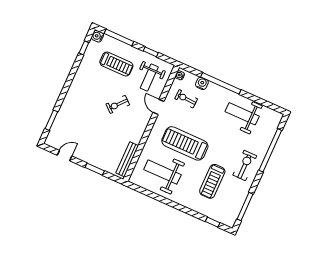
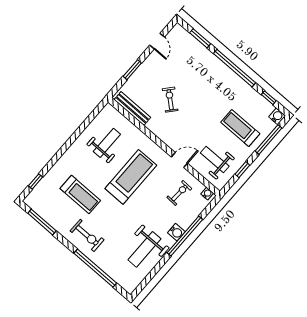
treadmill: (116, 64) -> (240, 128), turned 90
water cooler: (202, 83) -> (176, 232), moved
window: (68, 84) -> (235, 68), added
exercise bike: (118, 104) -> (170, 100), moved
weight bench: (242, 114) -> (144, 249), turned 180
weight bench: (162, 172) -> (107, 143), width x0.73, depth x0.75
treadmill: (212, 181) -> (80, 194), turned 180

